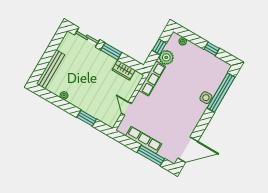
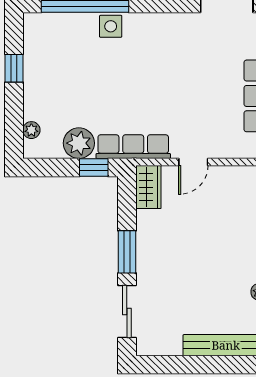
window: (159, 47) -> (94, 168), moved
wardrobe: (124, 70) -> (148, 187), moved
door: (126, 108) -> (193, 162), moved

